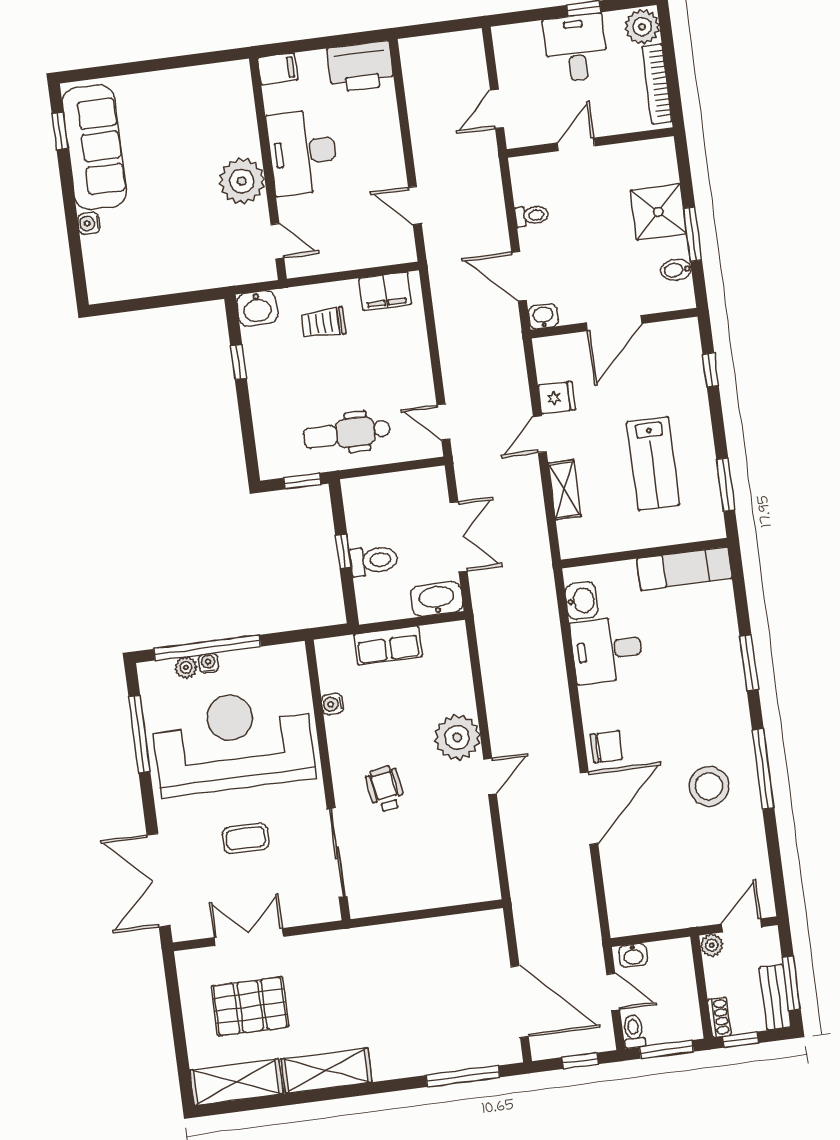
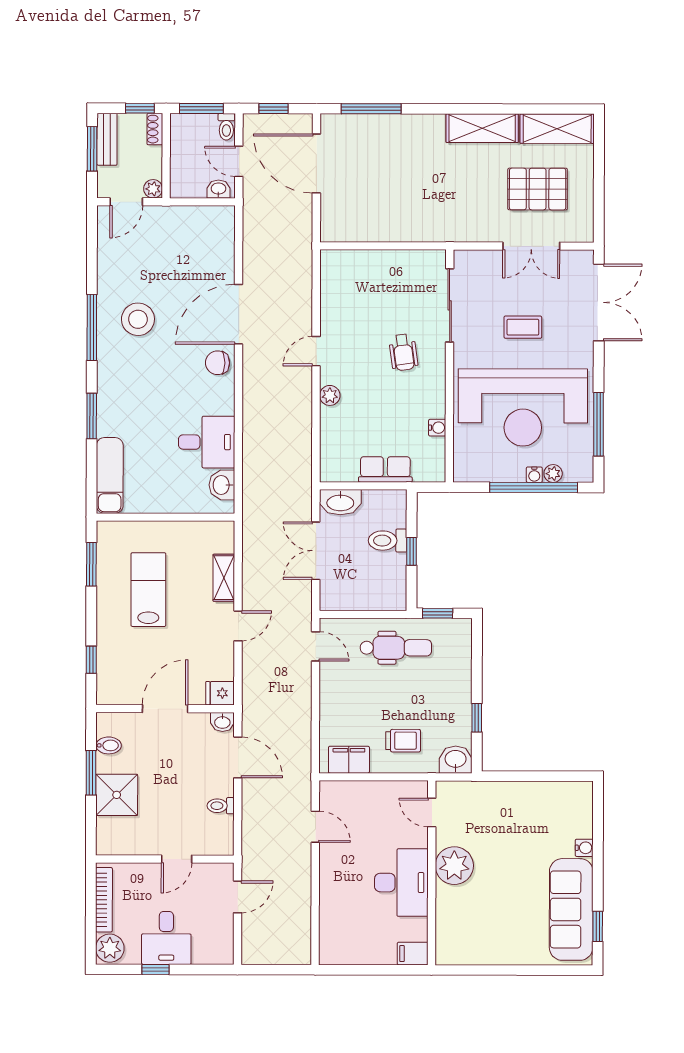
printer: (361, 67) -> (345, 946), removed
fridge: (557, 398) -> (220, 693), moved
exam couch: (684, 569) -> (110, 475), moved, turned 90
plant: (457, 737) -> (330, 395), width x0.53, depth x0.53

